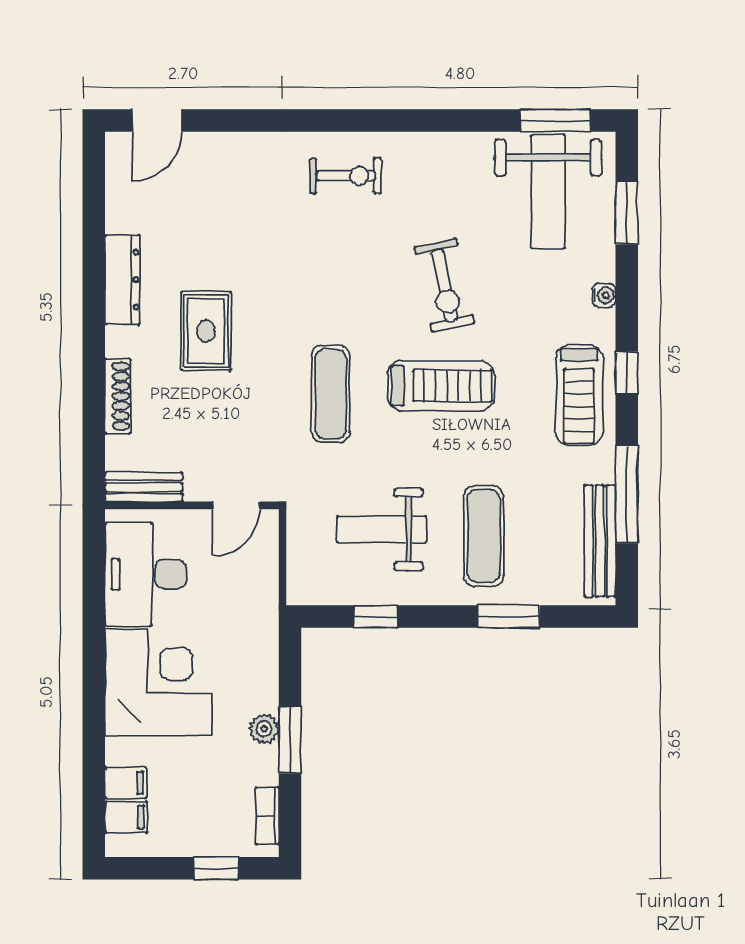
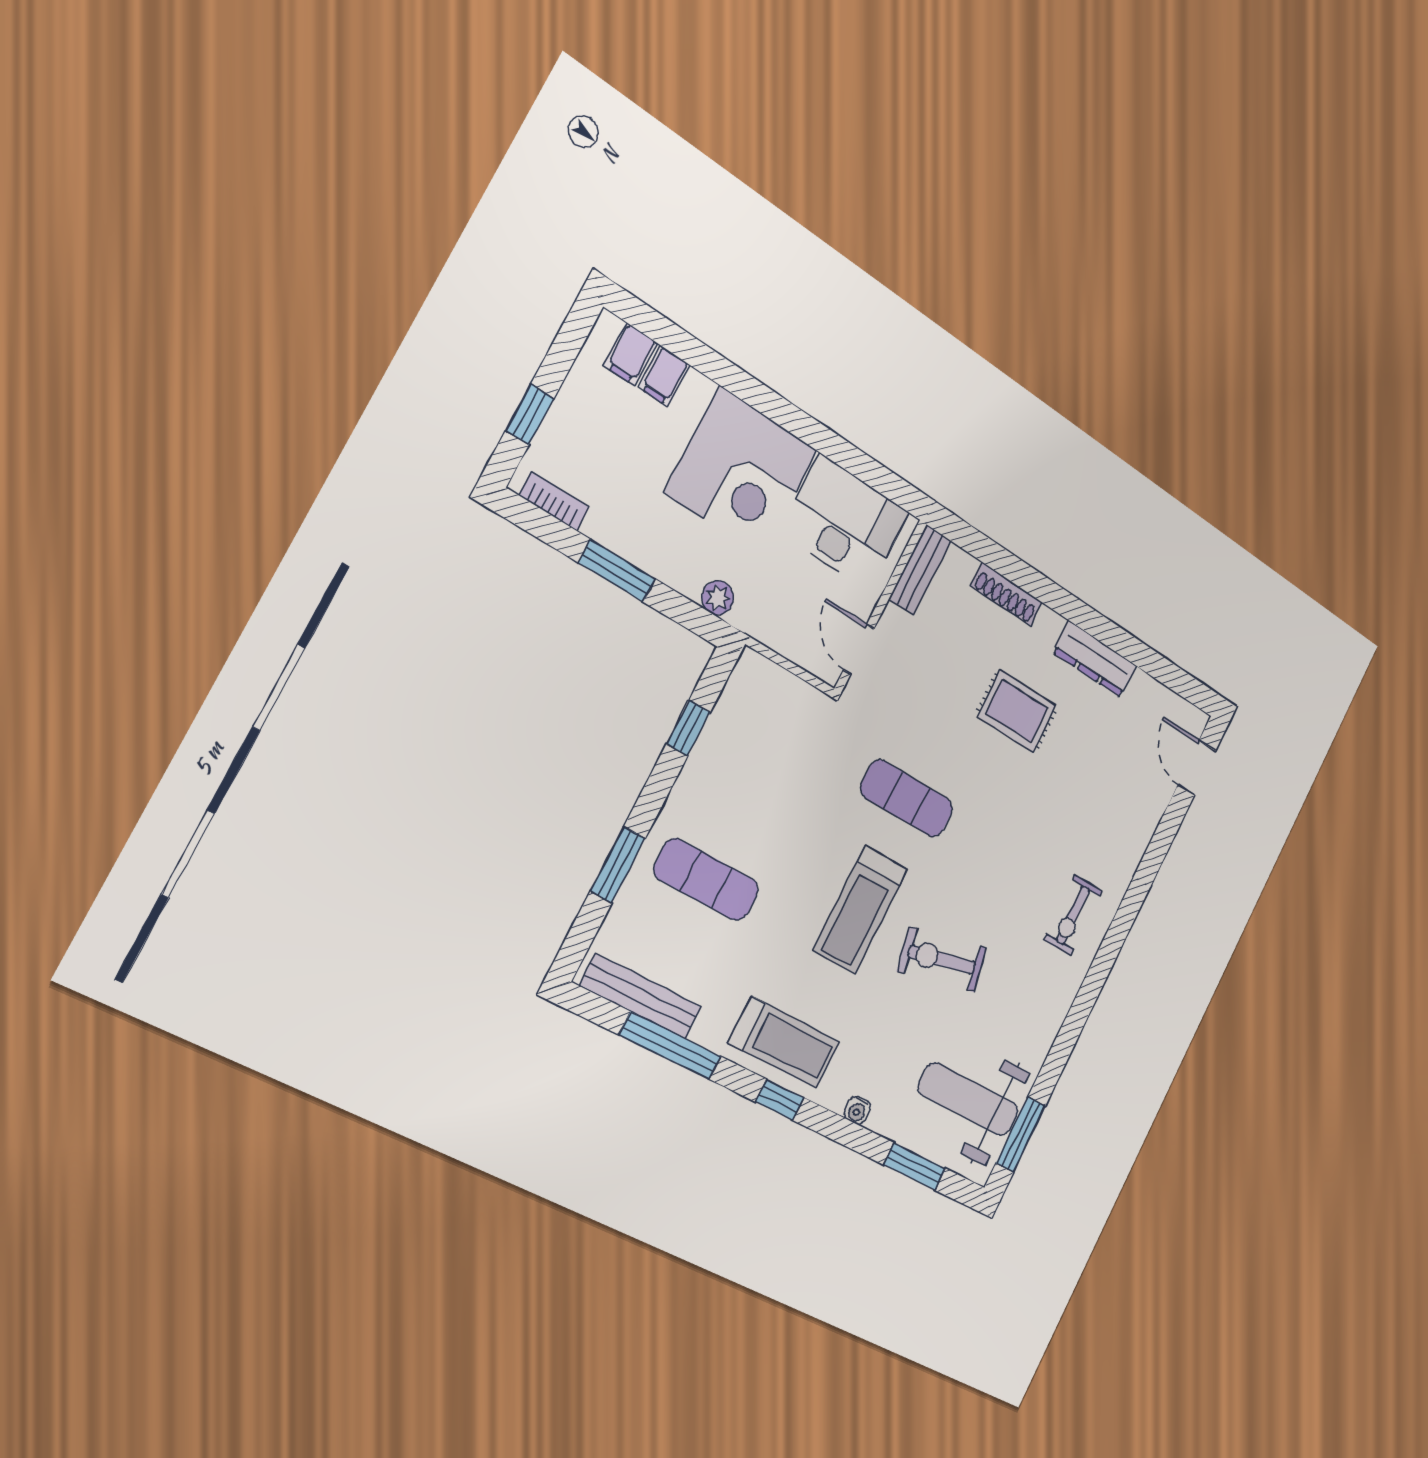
treadmill: (579, 395) -> (784, 1042), turned 180
weight bench: (382, 529) -> (765, 780), removed
plant: (264, 729) -> (718, 598), moved

